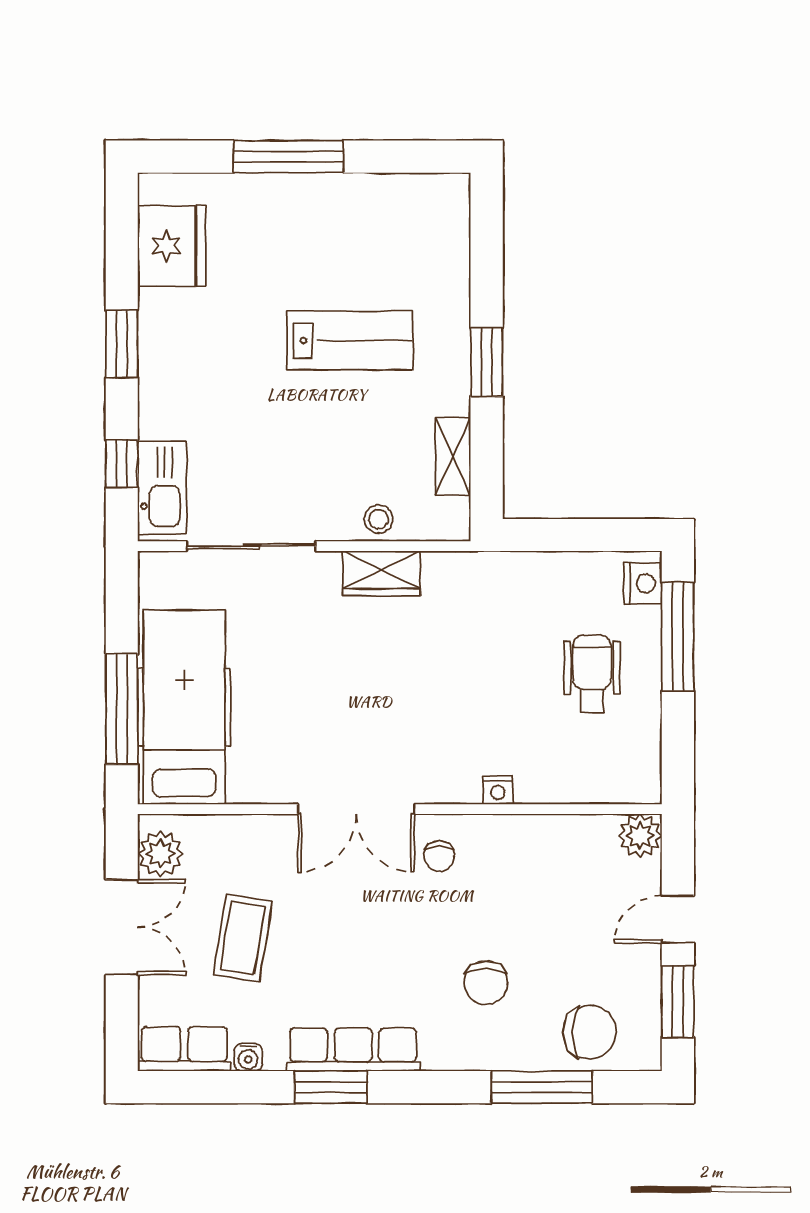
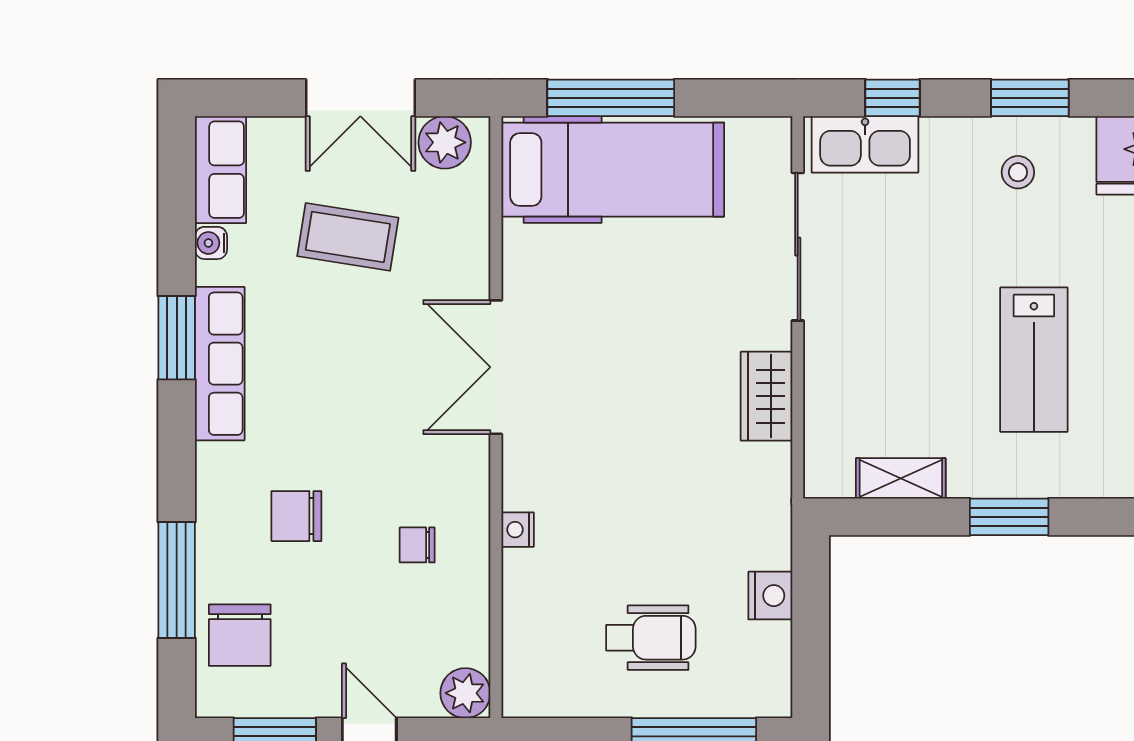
stool: (379, 519) -> (1018, 172), moved
nightstand: (643, 583) -> (770, 596), moved, turned -90
chair: (439, 856) -> (417, 545), moved

